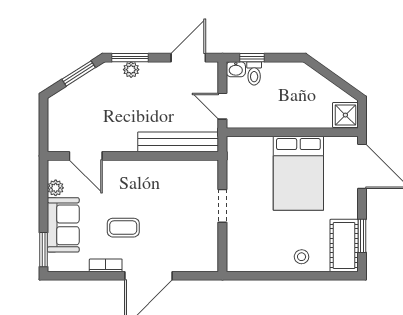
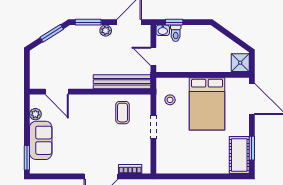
plant: (131, 70) -> (106, 31), moved
coffee table: (123, 228) -> (123, 113), moved, turned 90
stool: (302, 257) -> (170, 100), moved
bookcase: (106, 265) -> (130, 169), moved

